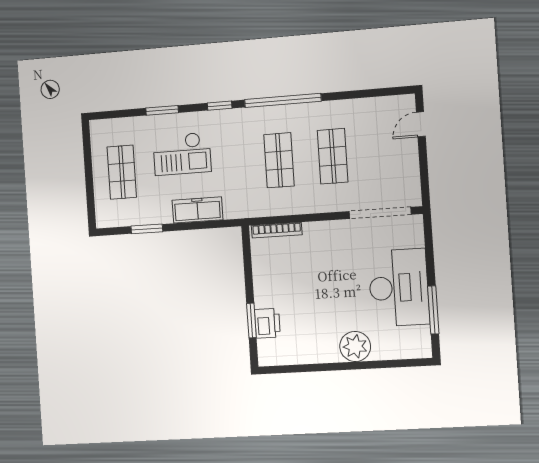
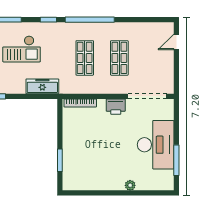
freezer: (197, 210) -> (42, 86), moved
printer: (267, 323) -> (116, 107), moved, turned 90
plant: (355, 346) -> (130, 185), width x0.53, depth x0.53

